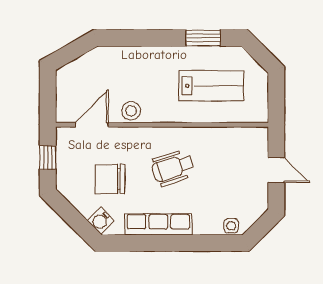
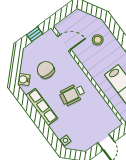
stool: (131, 111) -> (98, 40), moved
wheelchair: (173, 168) -> (72, 94), turned -62

